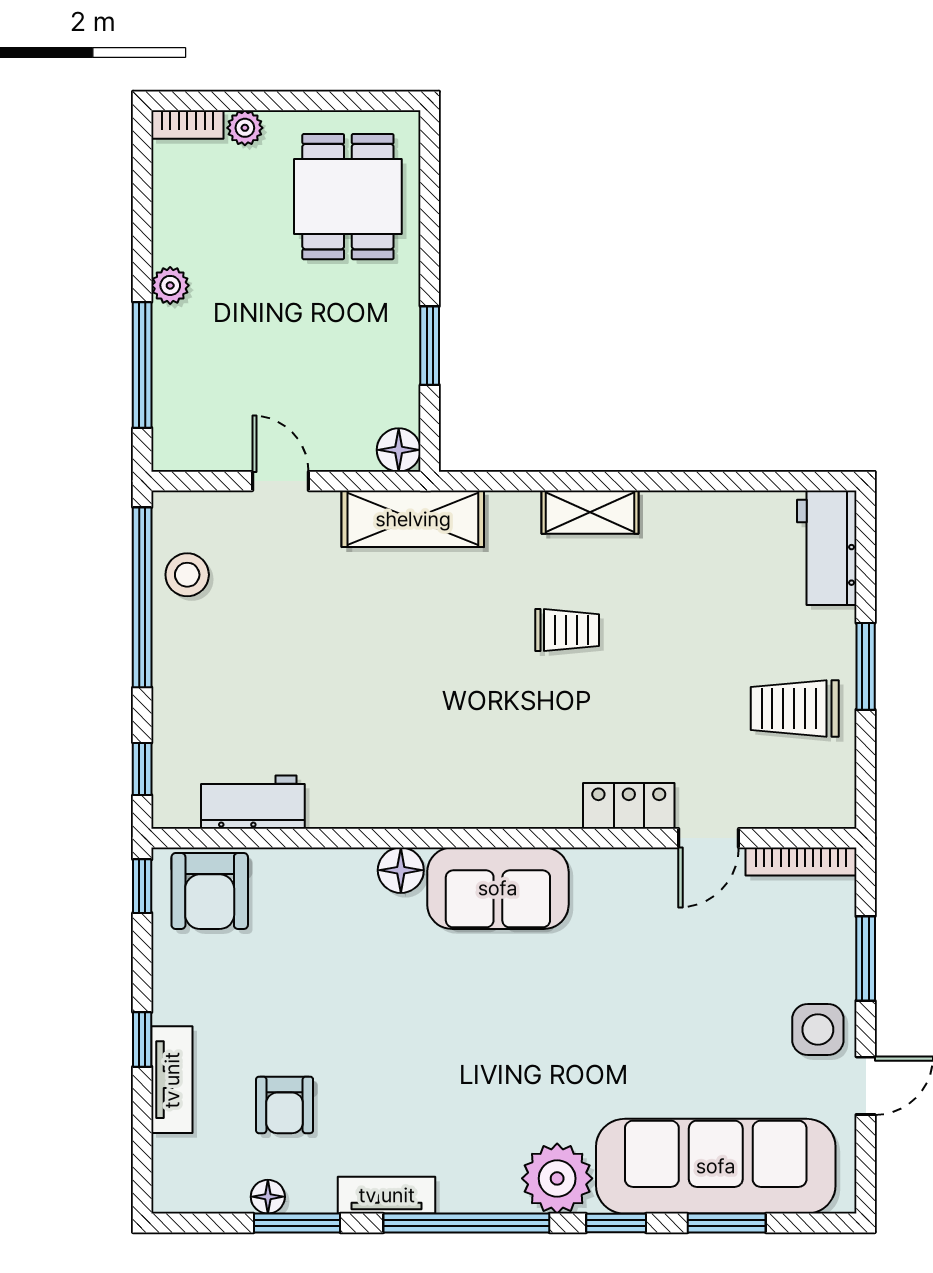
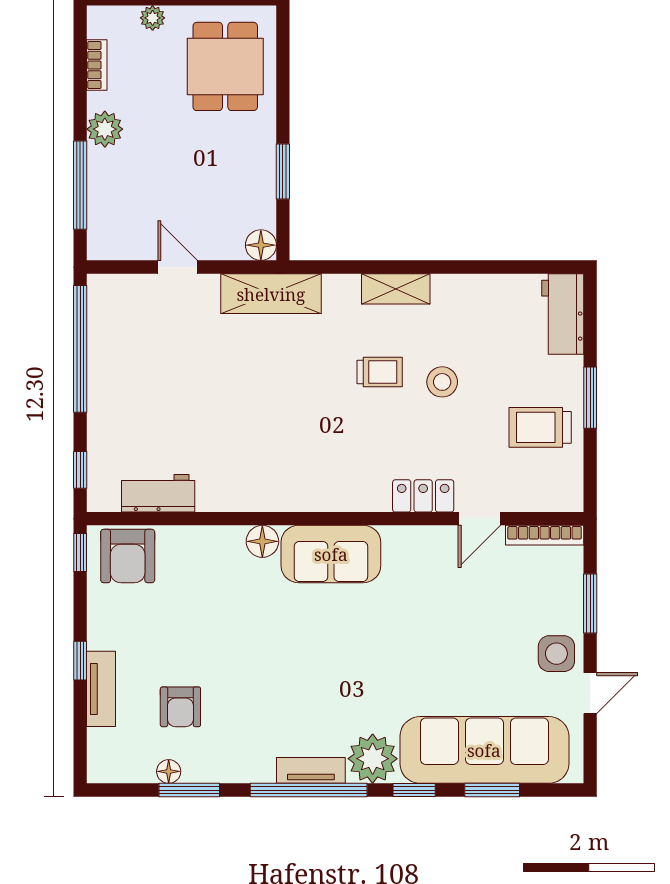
bookcase: (187, 125) -> (97, 65), moved, turned -90
plant: (170, 285) -> (105, 129), width x1.38, depth x1.38
stool: (187, 575) -> (442, 382), moved
tv unit: (387, 1195) -> (311, 770), moved

